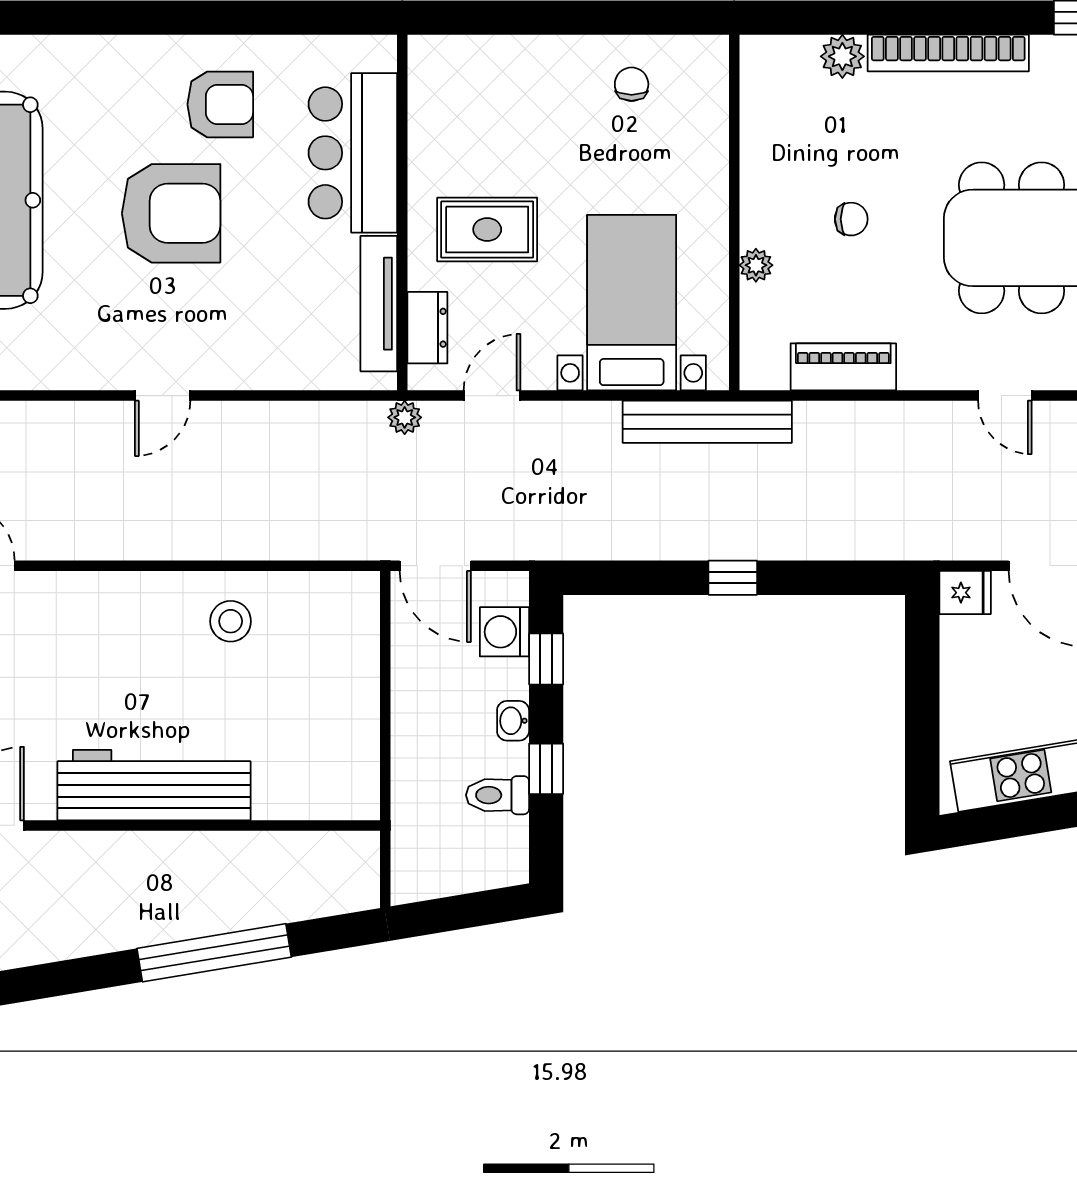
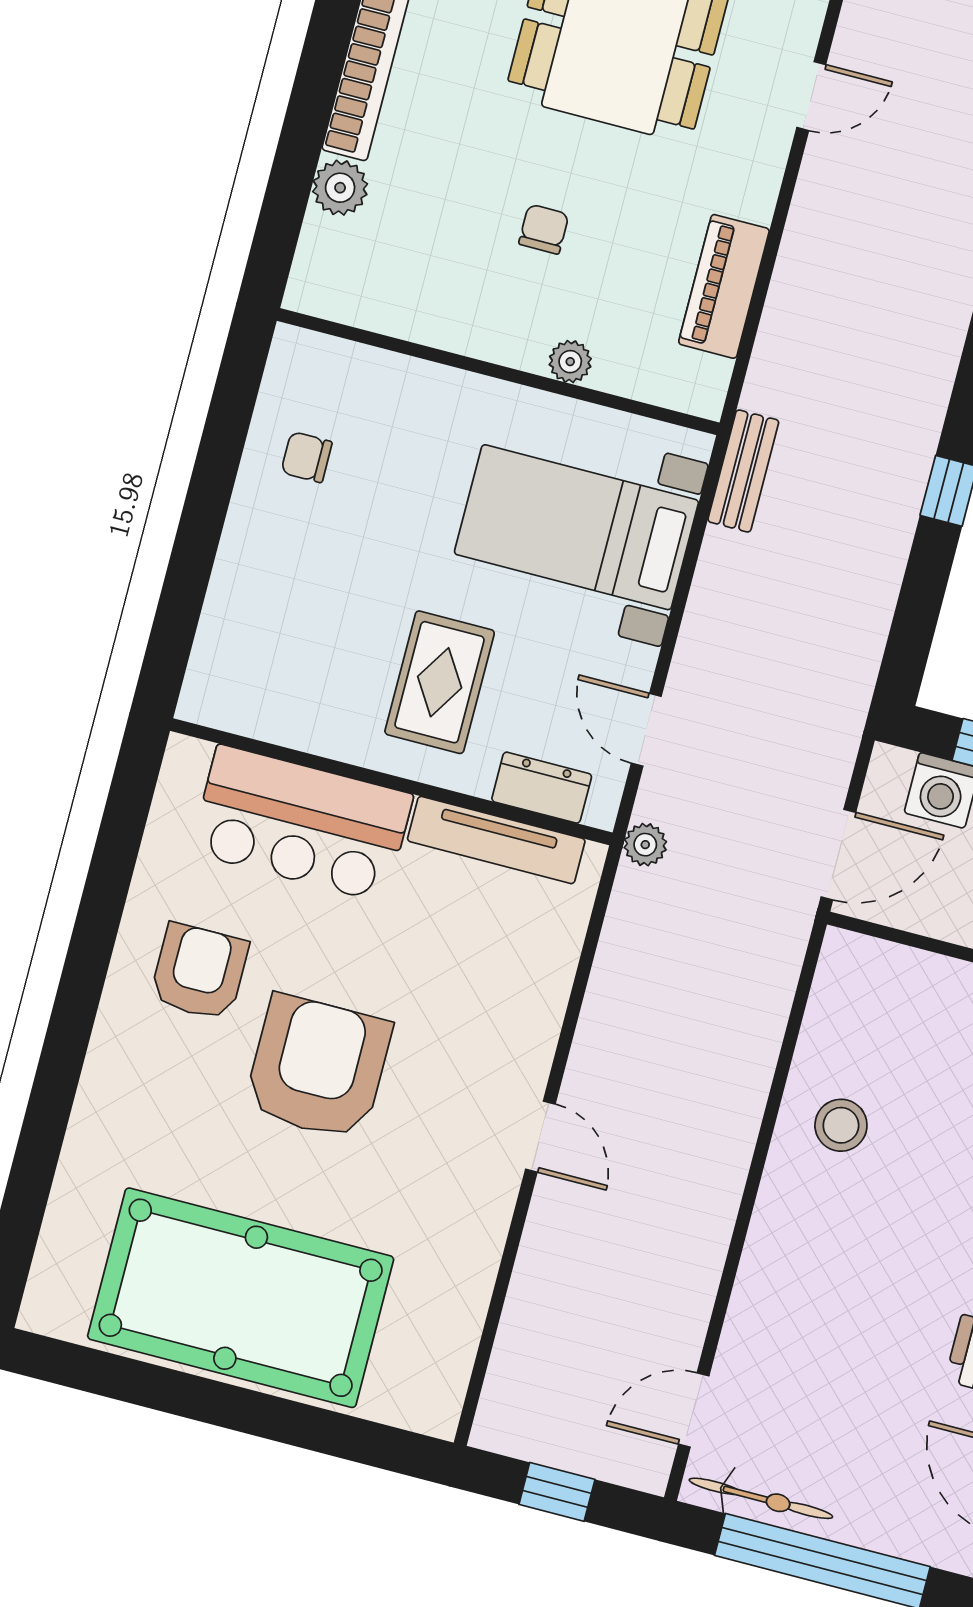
bench: (707, 422) -> (743, 471), width x0.54, depth x0.82

